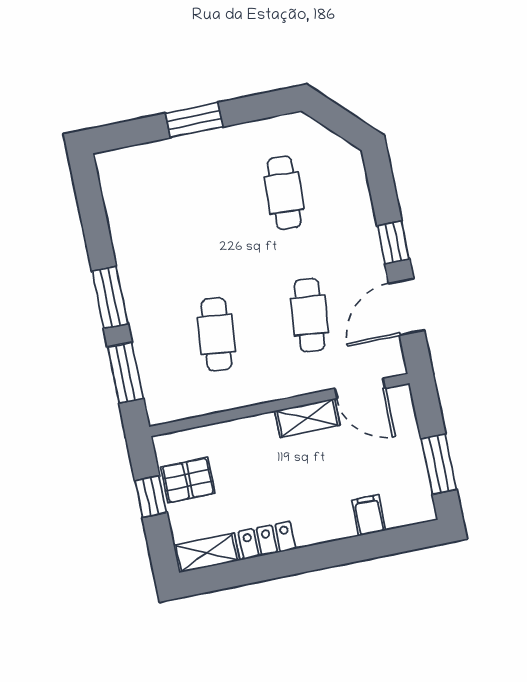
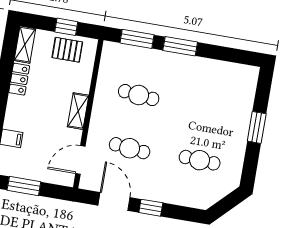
shelving: (307, 418) -> (78, 111), moved
pallet: (188, 480) -> (67, 50), turned 90

